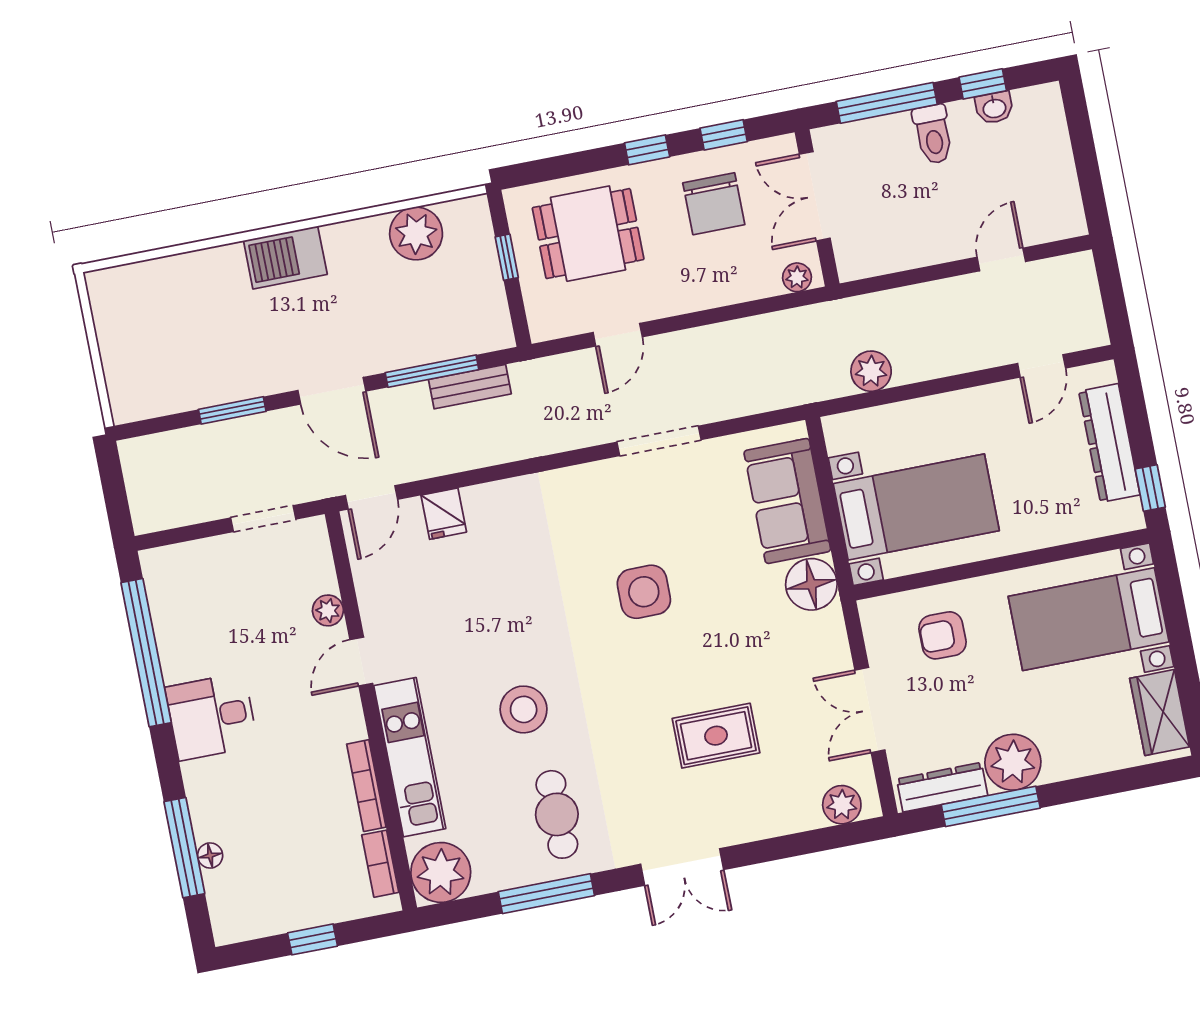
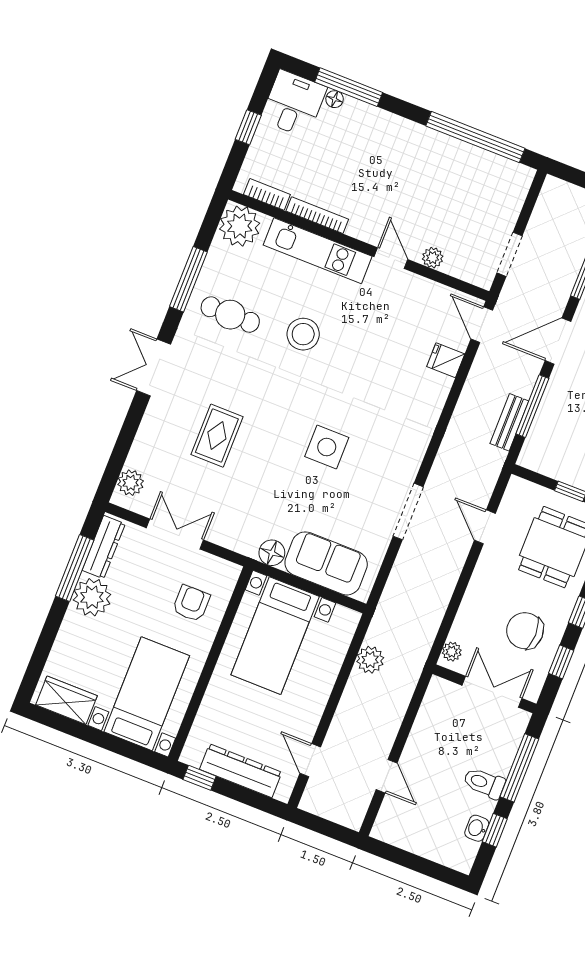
floor lamp: (811, 584) -> (272, 553), width x0.73, depth x0.73
desk: (211, 717) -> (294, 104), moved

